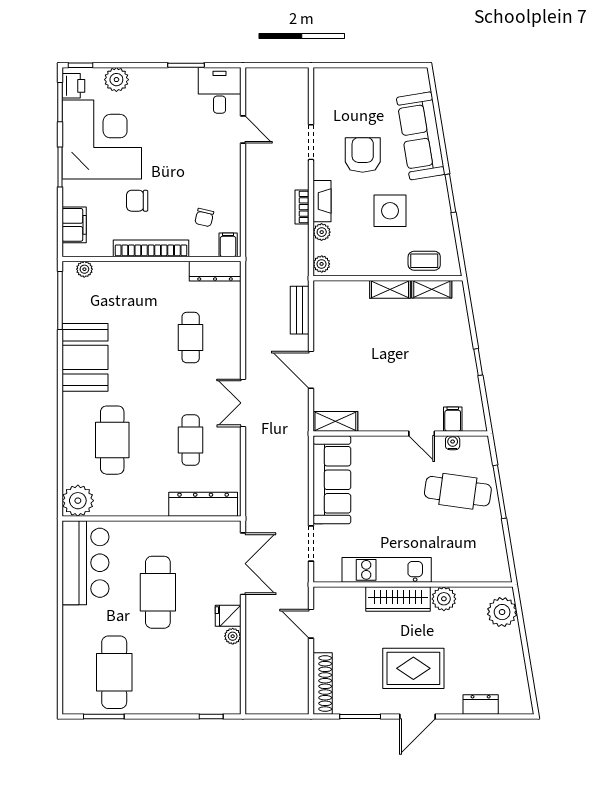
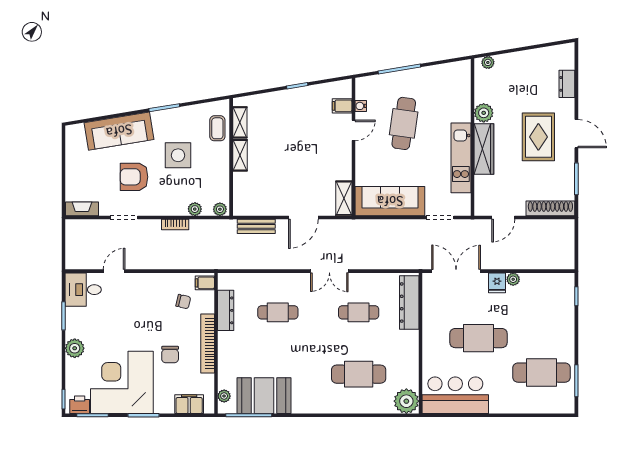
plant: (116, 80) -> (75, 348), moved
fireplace: (322, 201) -> (82, 209), moved
dresser: (215, 271) -> (226, 310), moved
booth: (85, 357) -> (264, 396), moved
cafe table: (458, 491) -> (404, 123), moved
plant: (502, 612) -> (488, 62), width x0.53, depth x0.53

